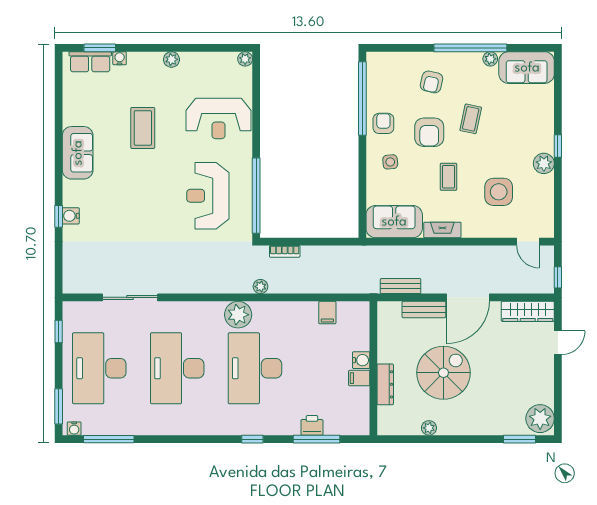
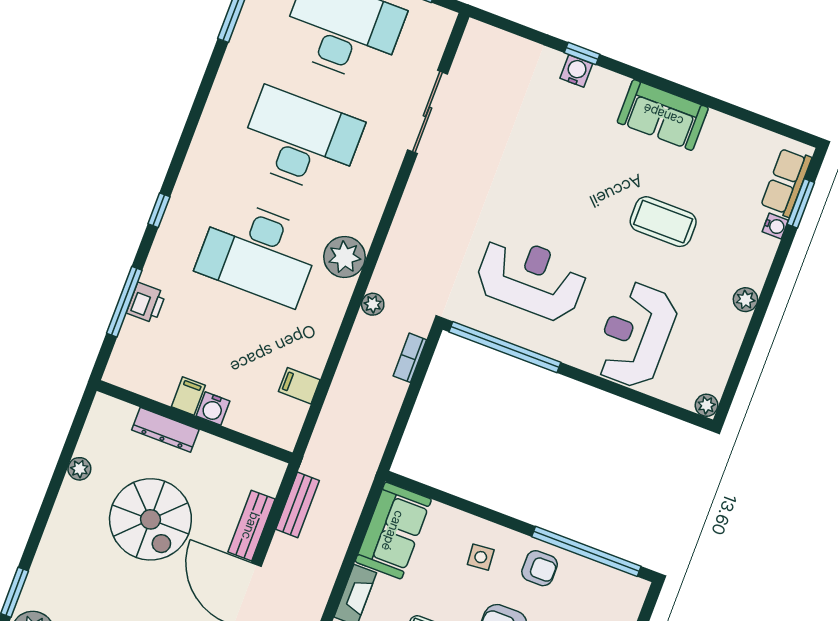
desk: (255, 368) -> (259, 252), turned 180

